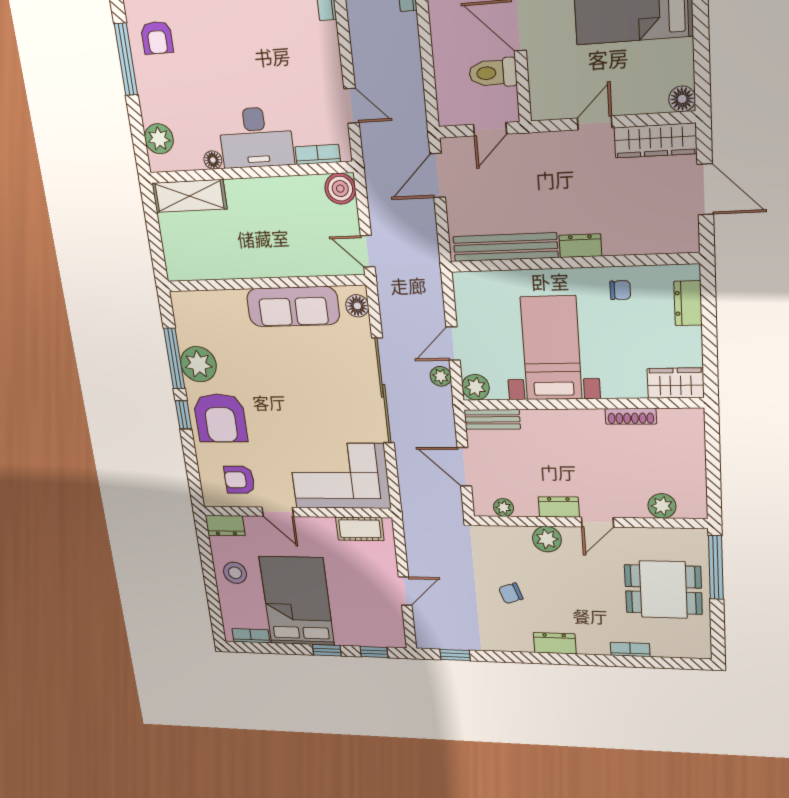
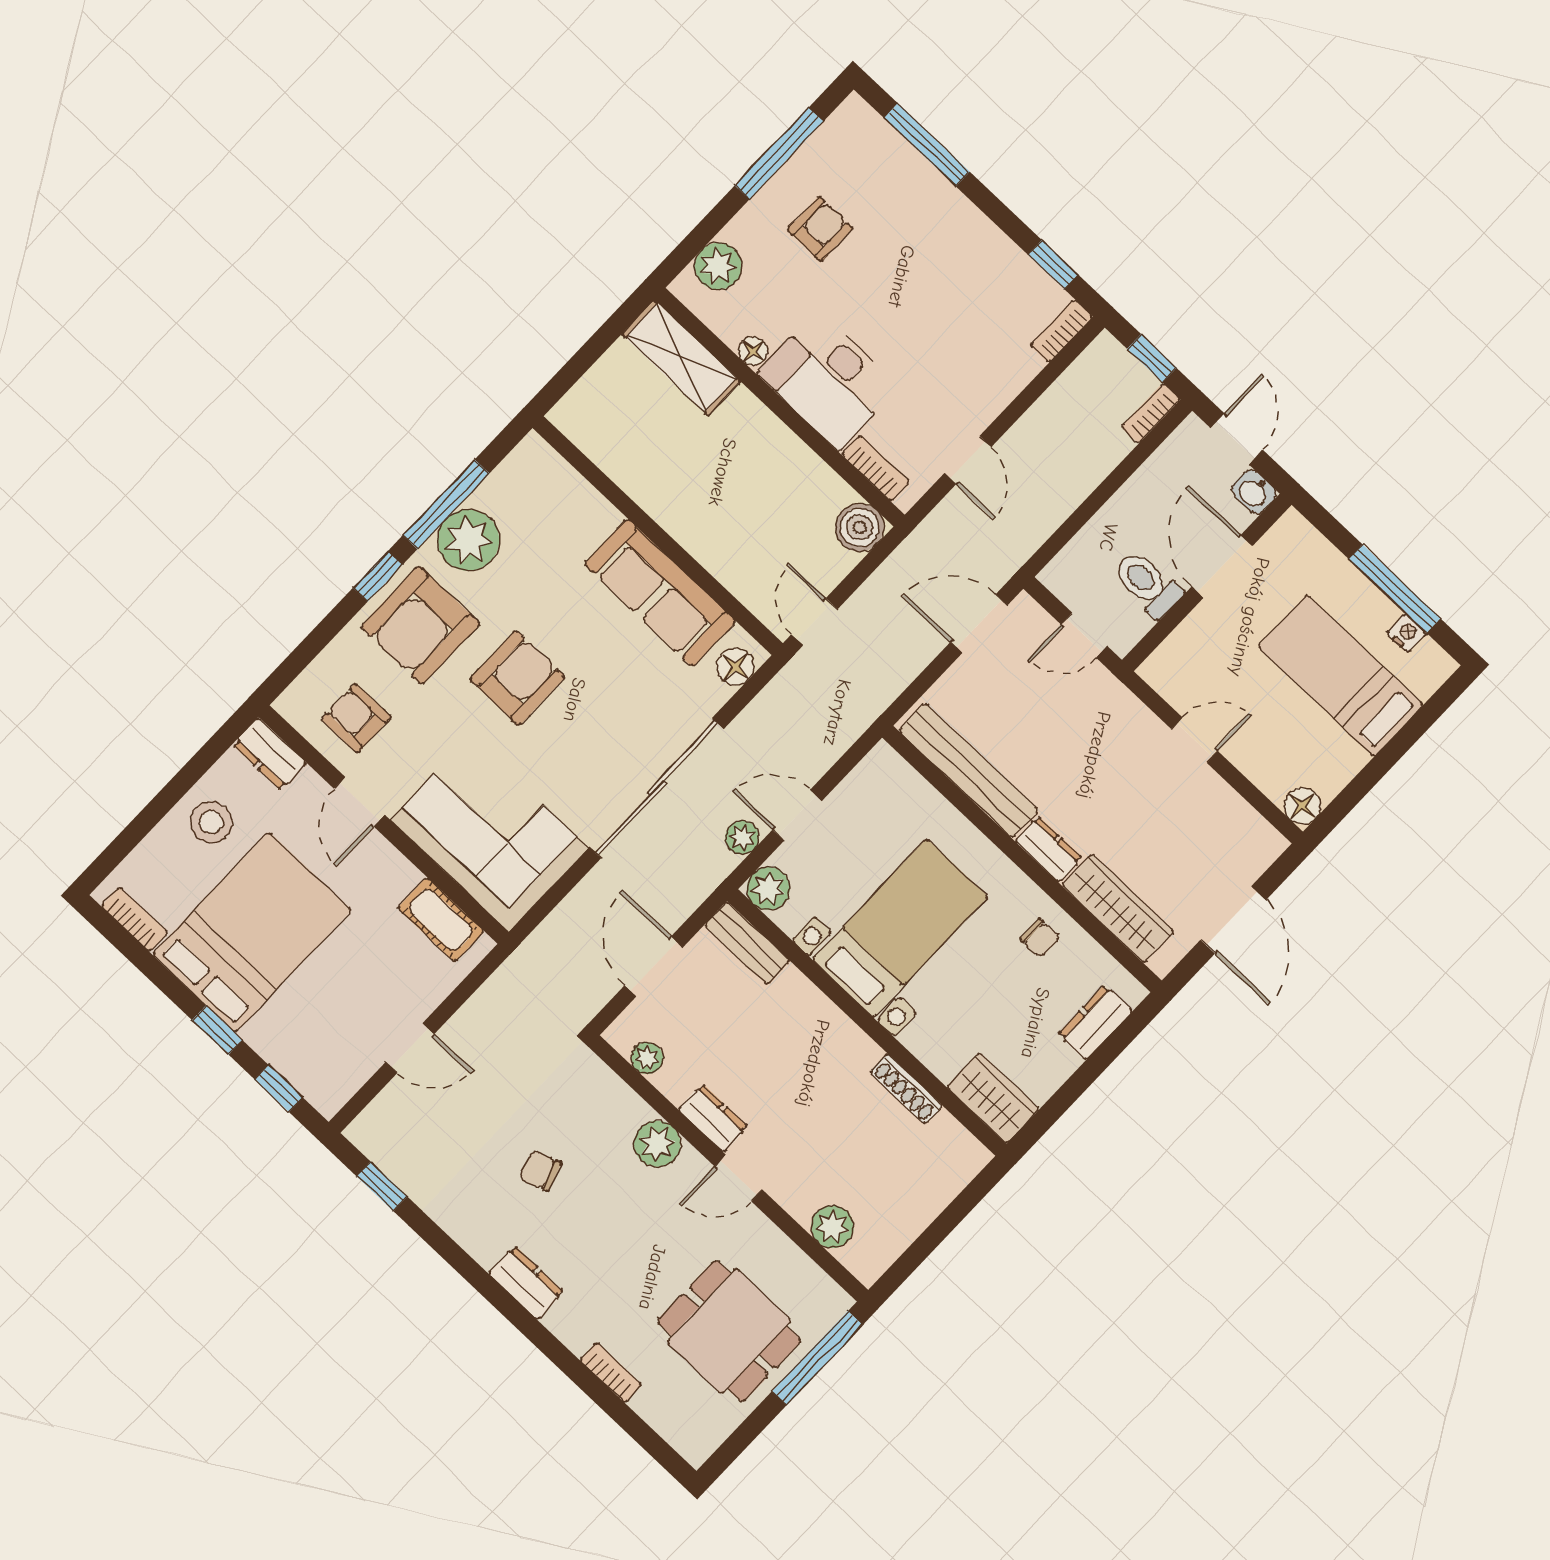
armchair: (157, 38) -> (820, 229), moved, turned 180
wardrobe: (656, 141) -> (1118, 909), moved, turned 180
armchair: (279, 401) -> (517, 678), added

